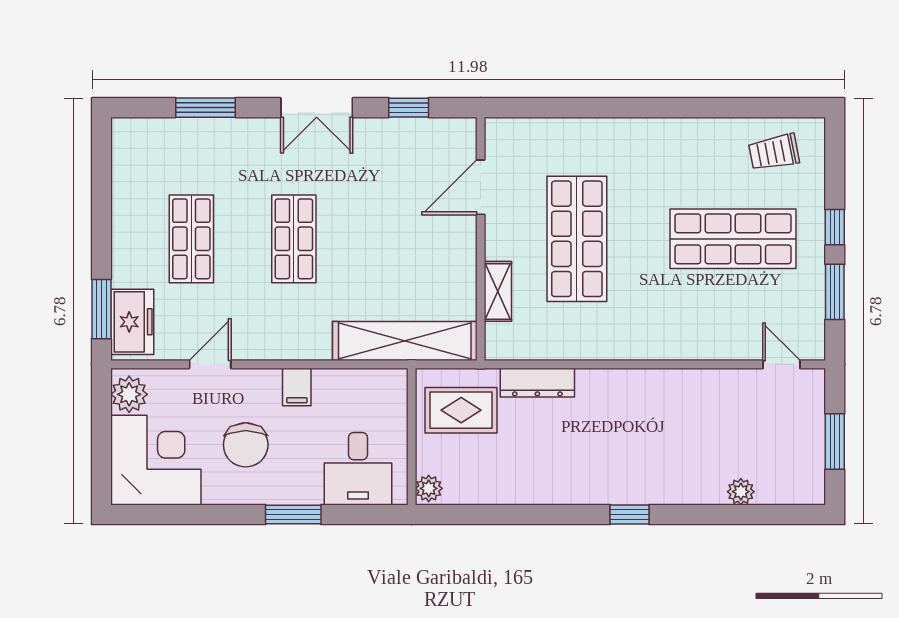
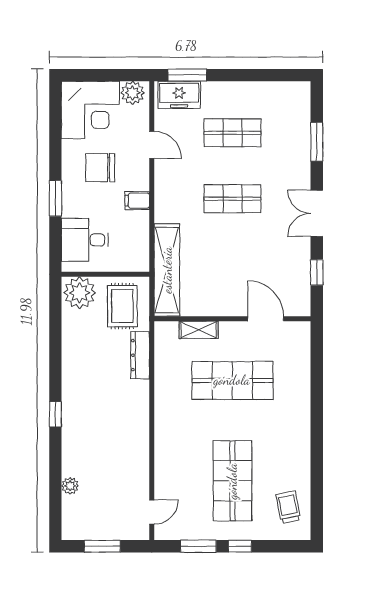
plant: (429, 488) -> (80, 293), width x1.88, depth x1.88

